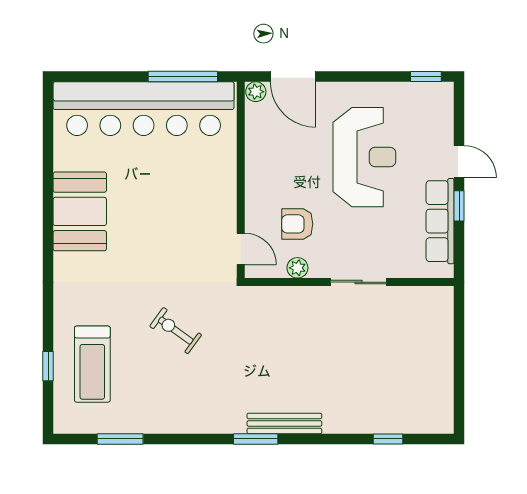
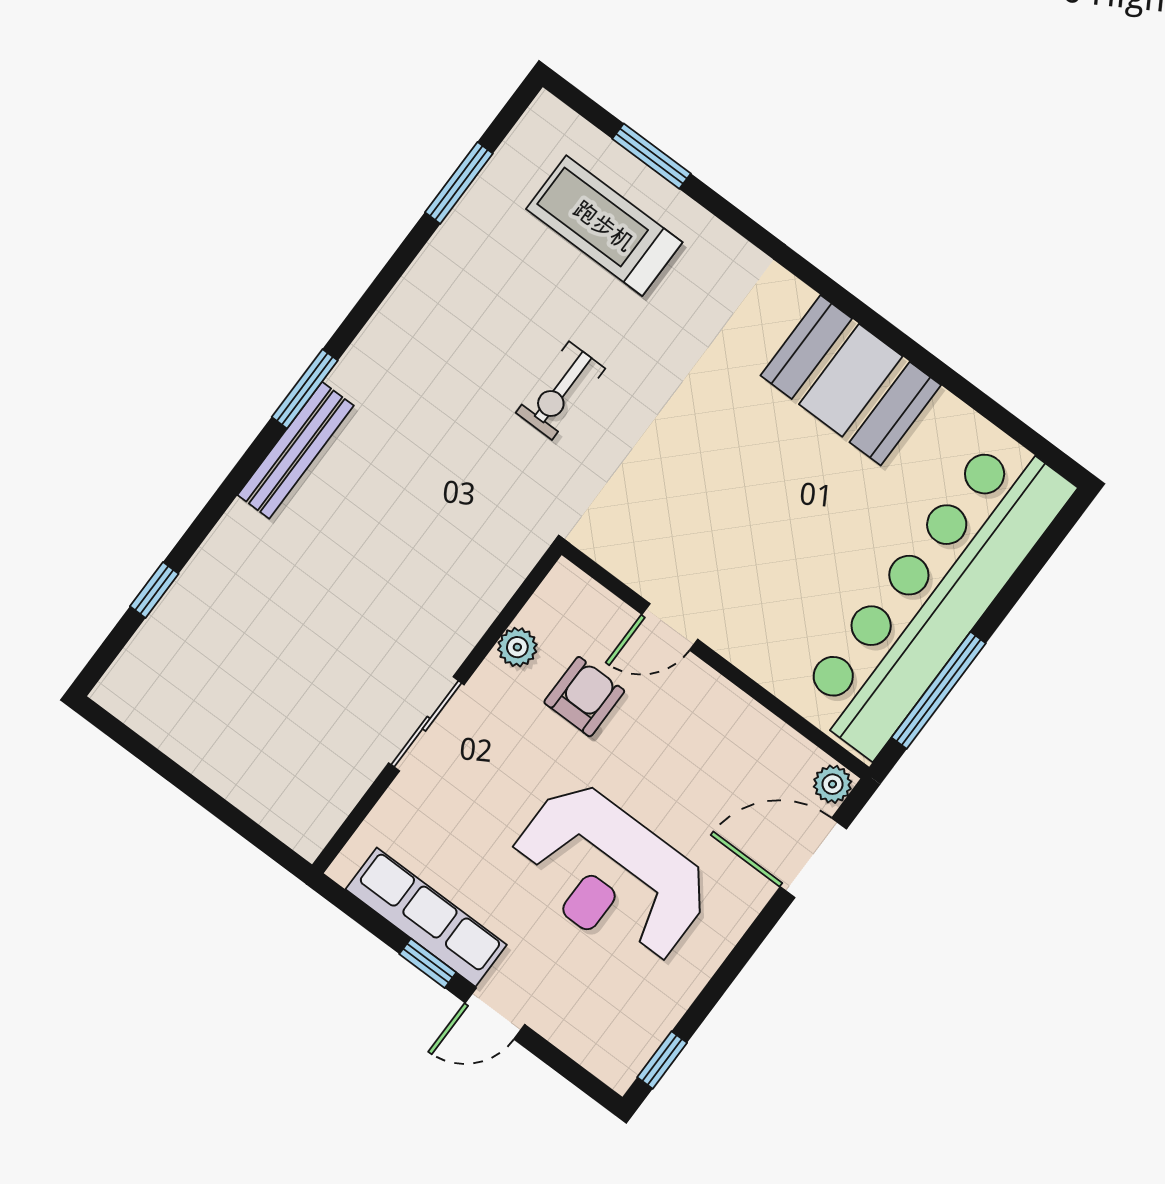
door: (241, 249) -> (670, 627), moved
exercise bike: (176, 331) -> (560, 391), turned 144
window: (48, 366) -> (651, 156), width x1.50

